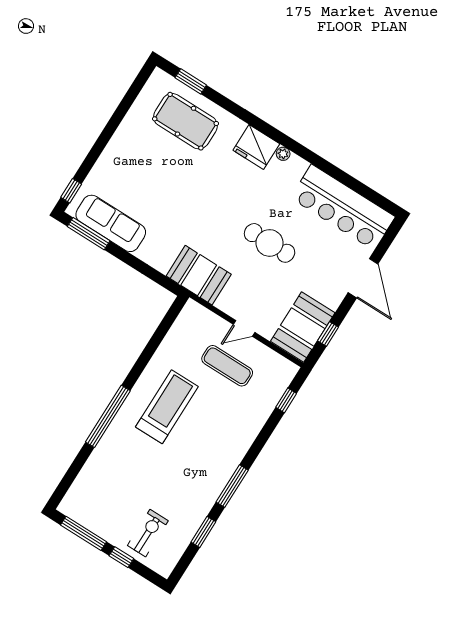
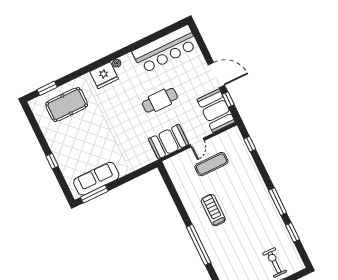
window: (71, 191) -> (52, 161), moved
booth: (199, 275) -> (169, 142), moved
door: (363, 278) -> (216, 75), moved
treadmill: (167, 407) -> (213, 210), width x0.73, depth x0.73

